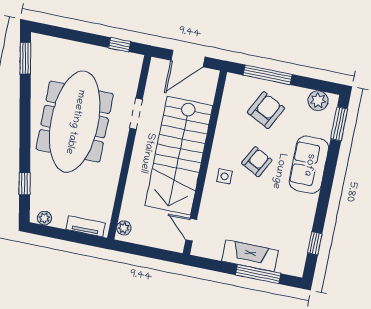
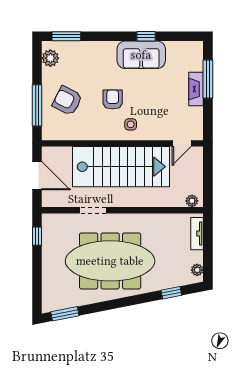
armchair: (257, 162) -> (113, 100), turned 62
sofa: (309, 165) -> (141, 55), moved
window: (315, 243) -> (146, 36), moved
fireplace: (250, 256) -> (196, 89), width x0.73, depth x0.76

